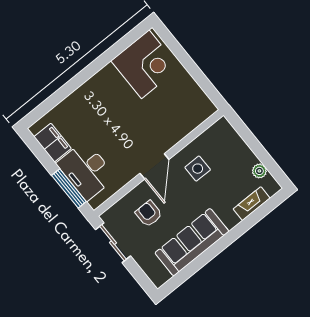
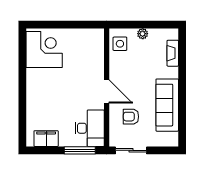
side table: (198, 169) -> (120, 44), moved
desk: (86, 170) -> (90, 128), moved, turned -90
plant: (259, 171) -> (143, 34), moved

